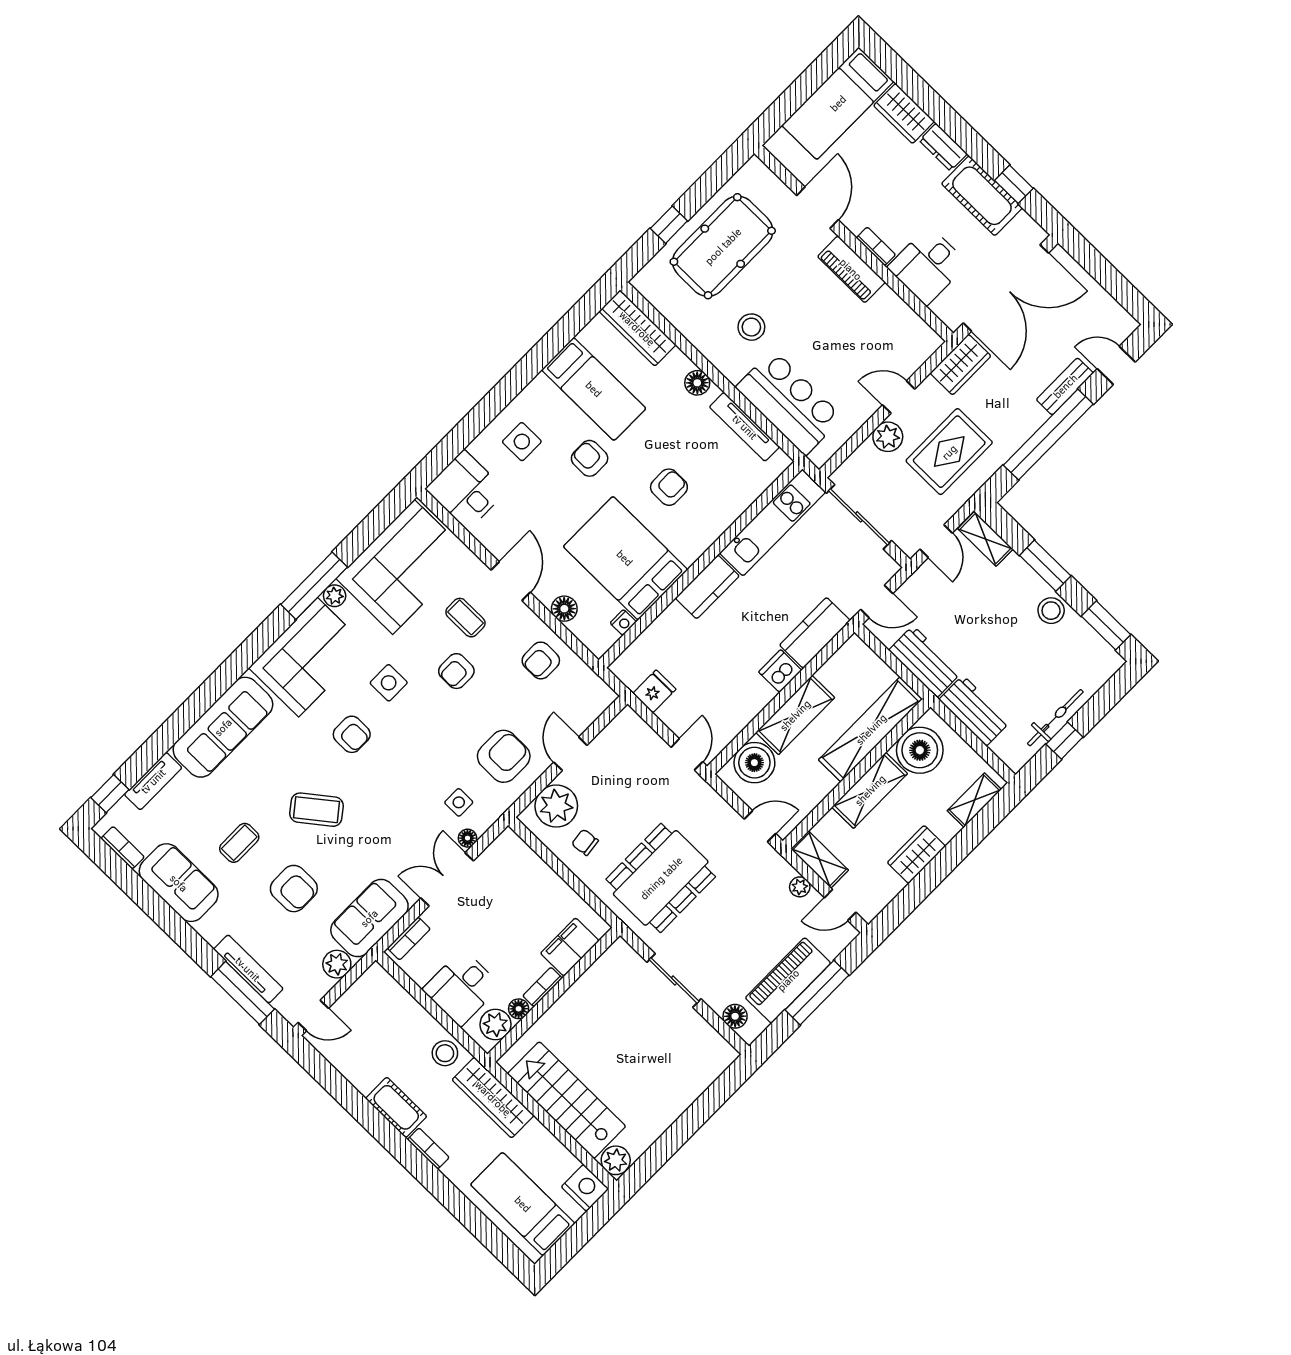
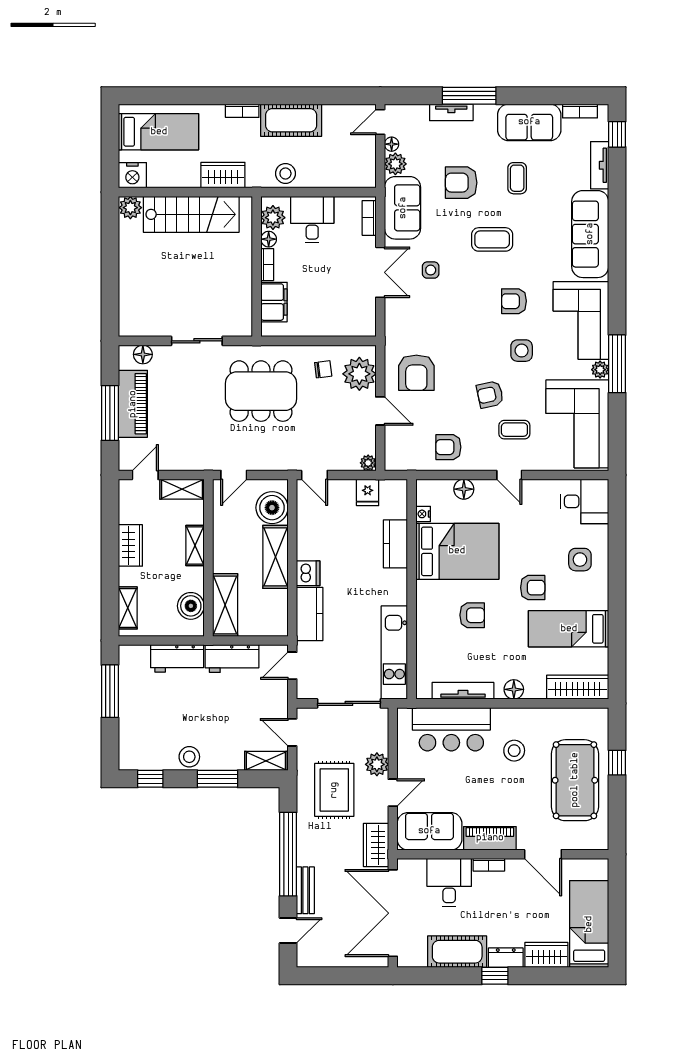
window: (1014, 184) -> (495, 976), moved
sofa: (900, 329) -> (429, 831), added
armchair: (669, 487) -> (472, 615), turned -90
door: (511, 581) -> (509, 475), width x0.73
kitchen counter: (707, 587) -> (395, 544), moved
window: (1106, 625) -> (150, 779), width x0.67
armchair: (541, 660) -> (448, 447), turned -90
armchair: (456, 671) -> (490, 394), turned -102
bicycle: (1055, 718) -> (128, 699), removed
shelving: (871, 729) -> (225, 605), width x0.68
window: (1065, 741) -> (110, 691), width x2.17
boiler: (920, 750) -> (191, 606), width x0.73, depth x0.73
shelving: (870, 790) -> (195, 545), width x0.67, depth x0.75
side table: (459, 802) -> (431, 270), moved
coffee table: (316, 810) -> (492, 239), turned 38
floor lamp: (467, 838) -> (392, 144), moved
dining table: (661, 878) -> (261, 391), turned 90
plant: (800, 887) -> (368, 463), moved
tv unit: (248, 969) -> (451, 112), width x0.71
window: (243, 993) -> (469, 96), moved
wardrobe: (493, 1098) -> (223, 175), width x0.67
cot: (396, 1107) -> (291, 120), width x1.37, depth x1.34

